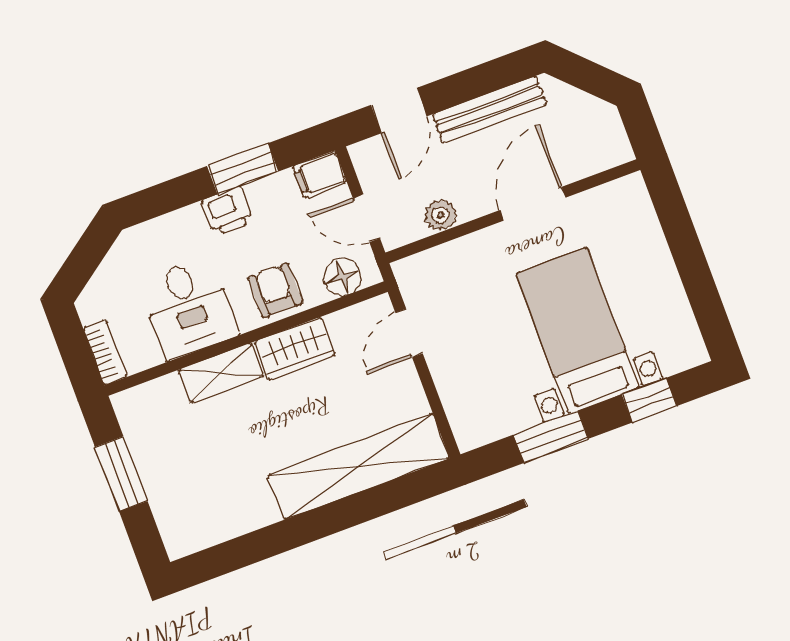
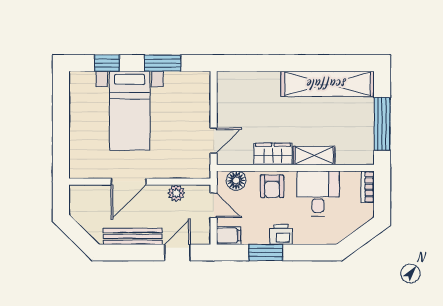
shelving: (359, 466) -> (327, 84), moved
window: (121, 474) -> (382, 124), width x1.44

